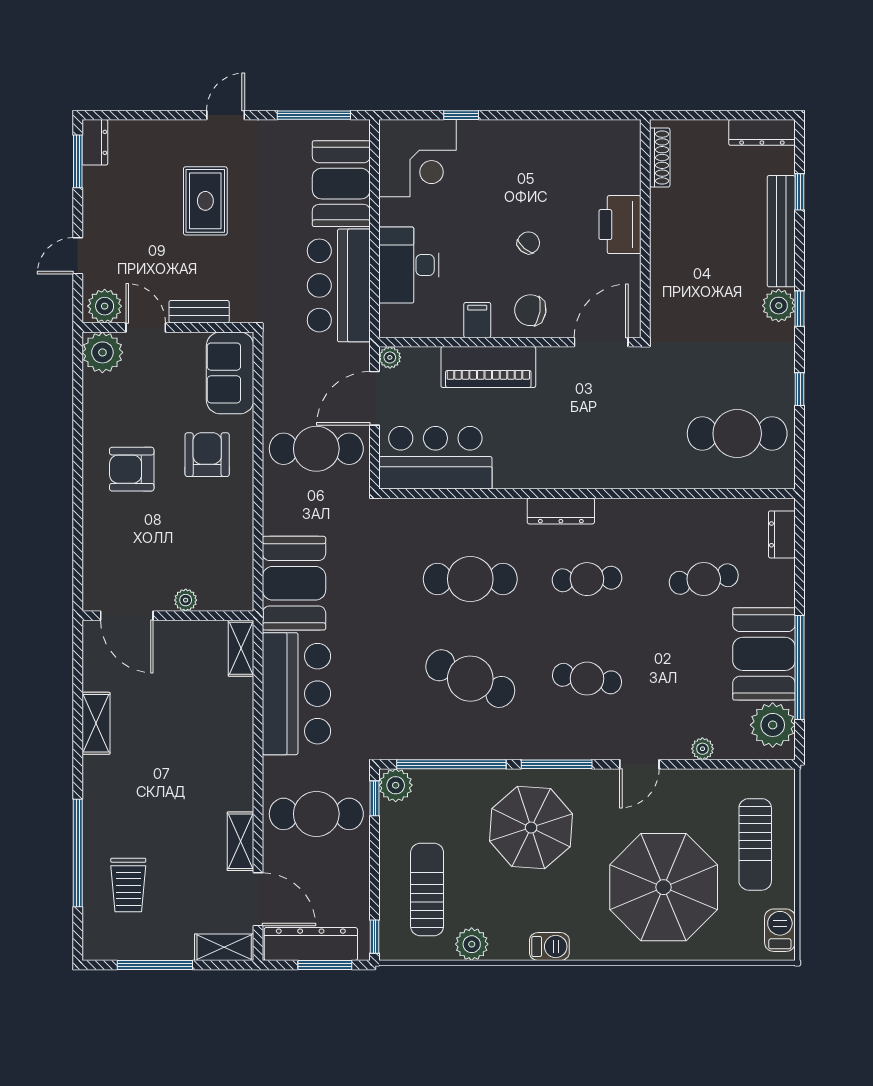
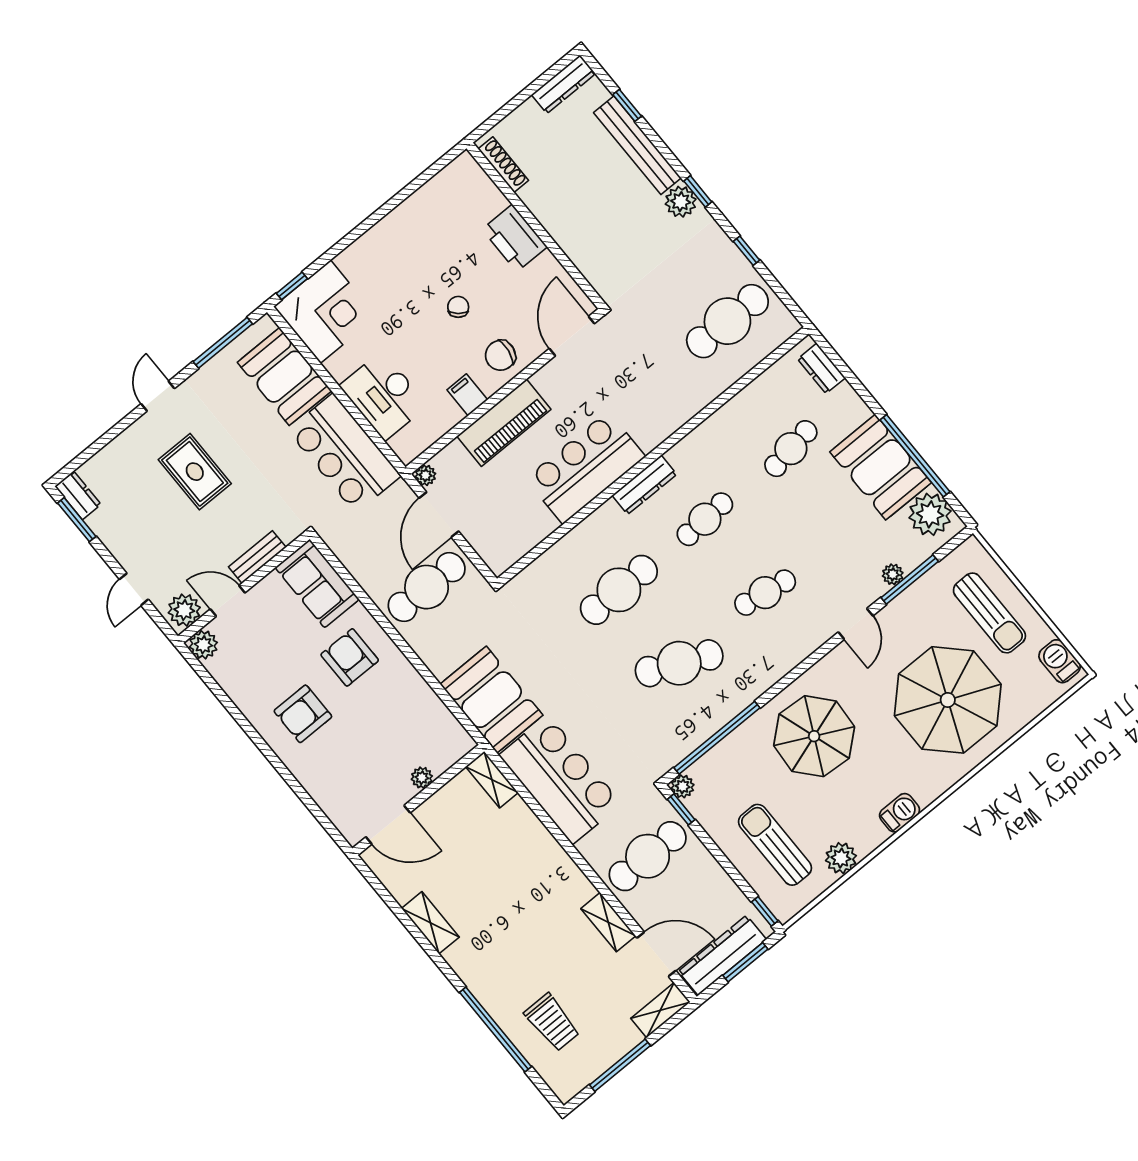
window: (461, 115) -> (292, 286), moved
plant: (102, 352) -> (203, 645), width x0.73, depth x0.73
bar counter: (435, 458) -> (585, 468), moved
window: (557, 764) -> (910, 579), moved
plant: (396, 785) -> (683, 786), width x0.73, depth x0.73

